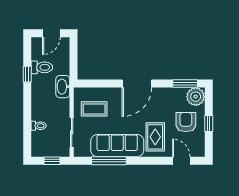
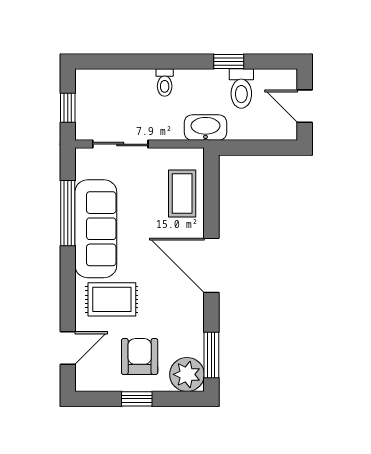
coffee table: (94, 109) -> (182, 194), moved
armchair: (186, 122) -> (140, 356), turned -90
toilet: (39, 126) -> (165, 83), moved

